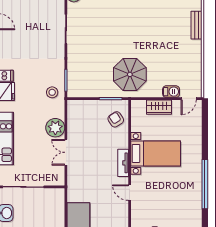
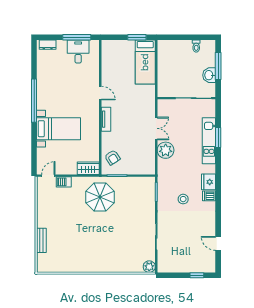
stool: (52, 92) -> (183, 199), moved
wardrobe: (159, 107) -> (88, 168), moved
bed with nightstands: (156, 153) -> (59, 129), moved, turned 180

